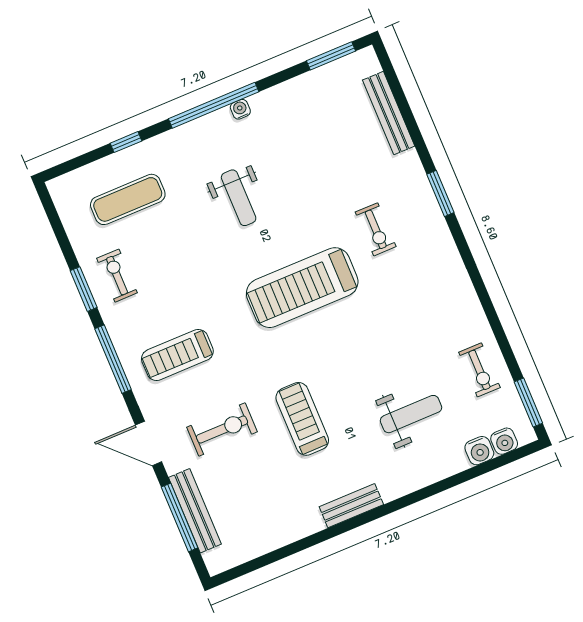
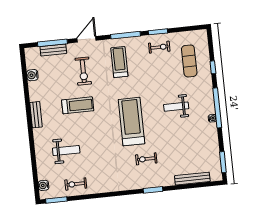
weight bench: (411, 414) -> (66, 151), turned -90
water cooler: (479, 451) -> (32, 75), moved
bench: (195, 511) -> (53, 50), width x0.73

